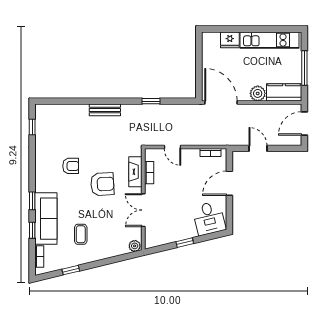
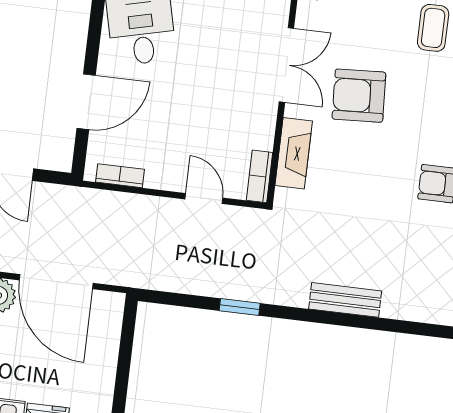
door: (221, 103) -> (56, 282), moved
bookcase: (149, 173) -> (260, 176), moved
armchair: (102, 184) -> (359, 96), moved

